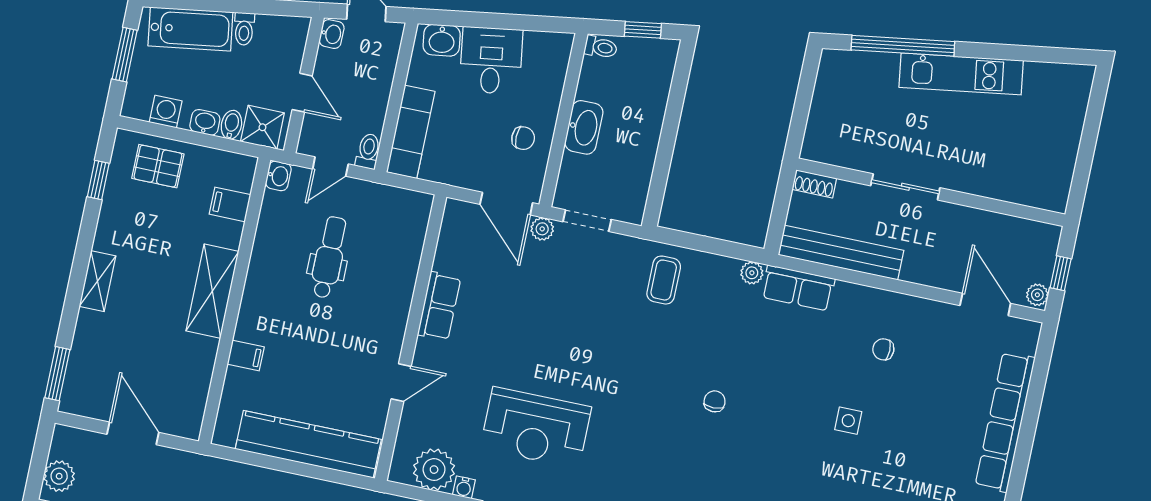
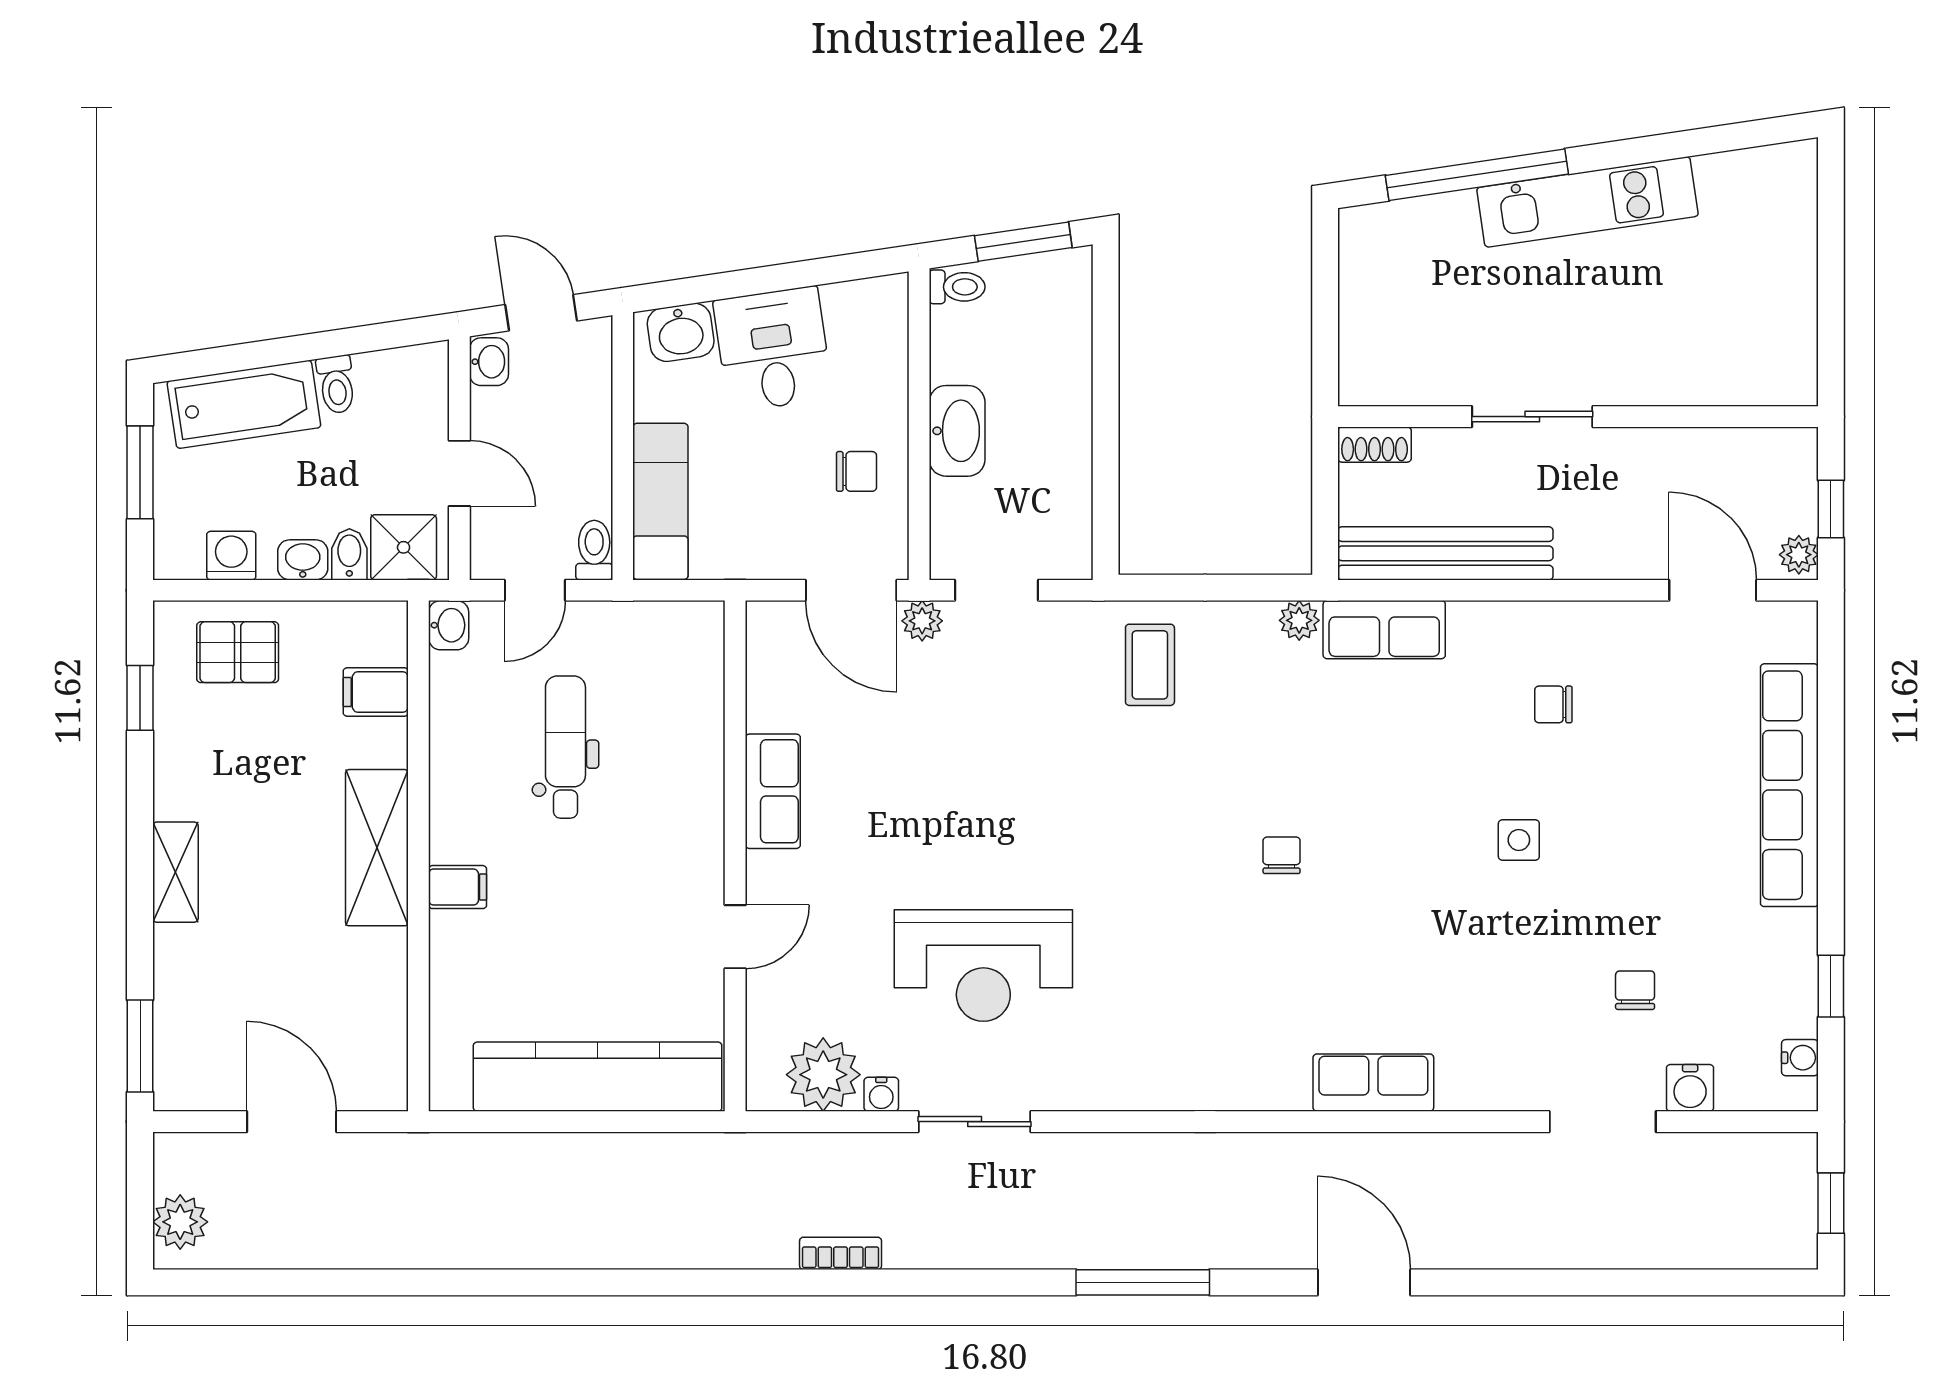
window: (643, 30) -> (1023, 242), width x1.50
filing cabinet: (246, 356) -> (458, 887), moved

